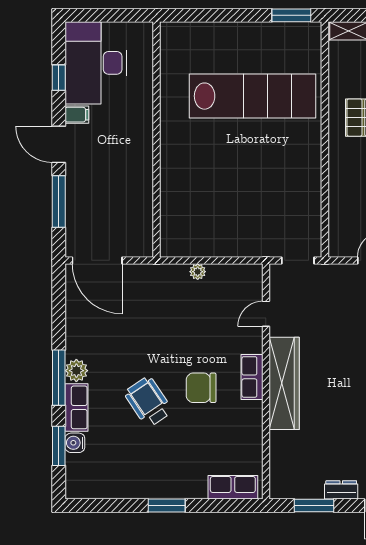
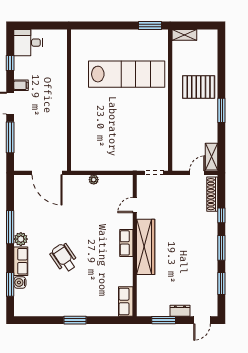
desk: (96, 63) -> (28, 43), width x0.53, depth x0.77
door: (97, 260) -> (47, 173), moved
window: (59, 378) -> (10, 227), moved
chair: (201, 388) -> (96, 249), removed
row of seats: (233, 487) -> (126, 301), moved, turned -90

